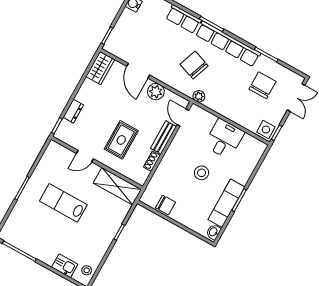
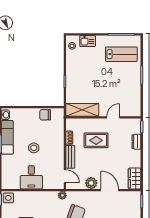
rug: (121, 140) -> (96, 140), turned 90
lab bench: (63, 203) -> (121, 54), moved

